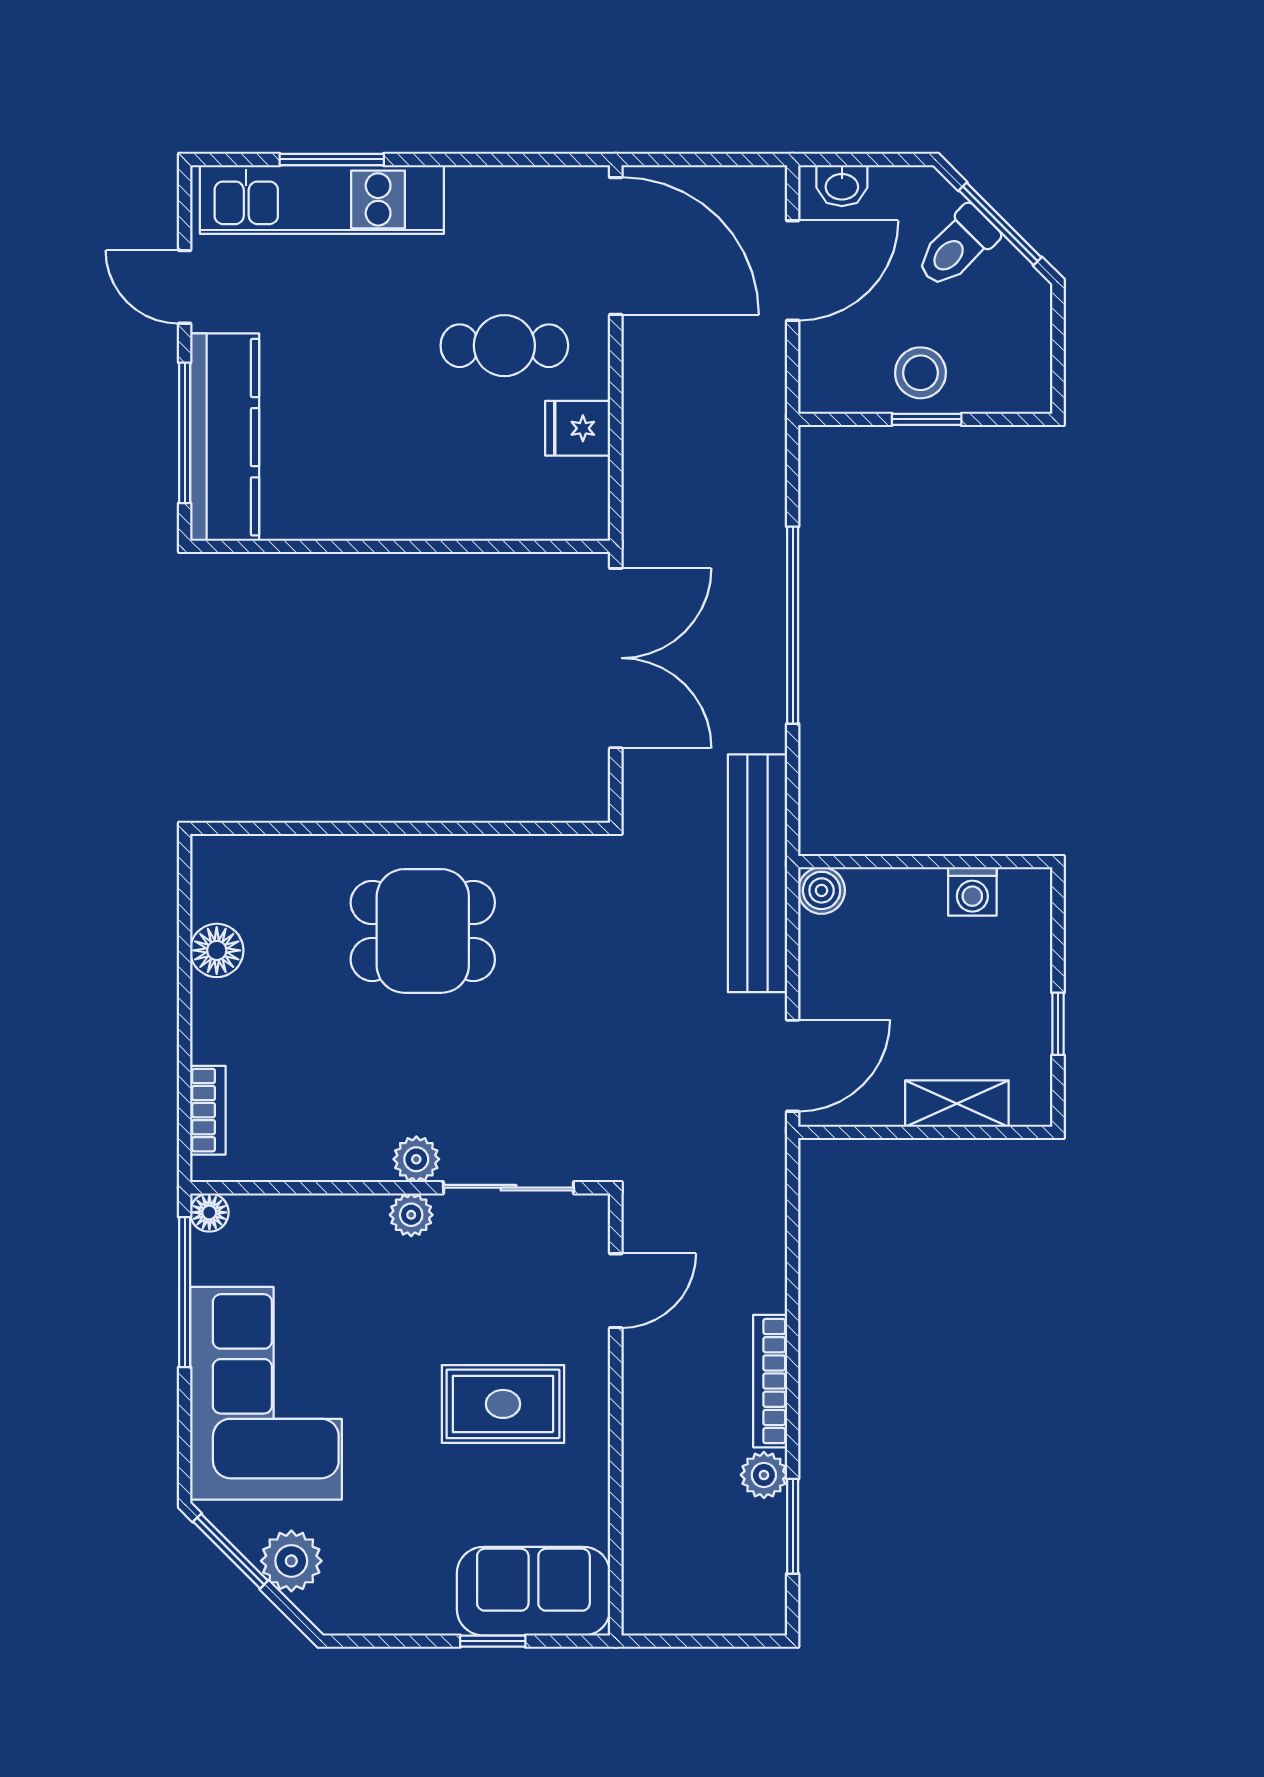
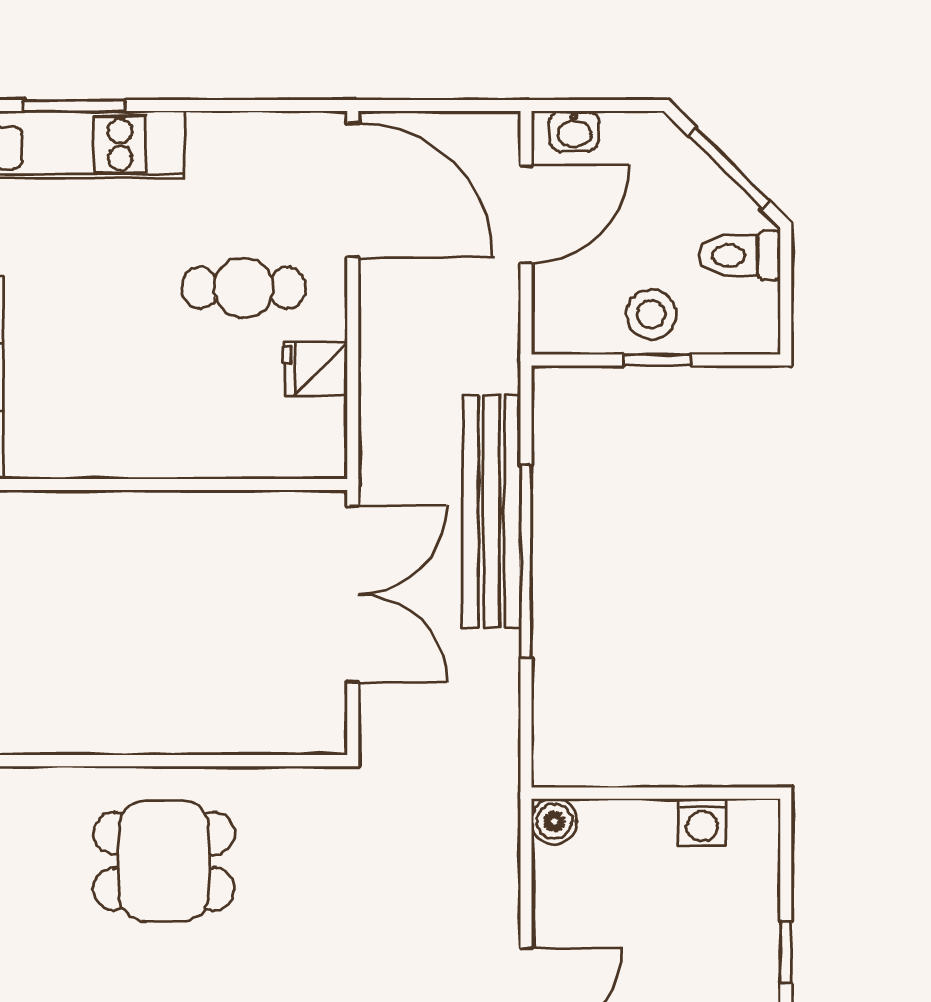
toilet: (957, 247) -> (740, 255), moved, turned 45
bench: (758, 873) -> (492, 512), moved

